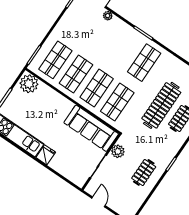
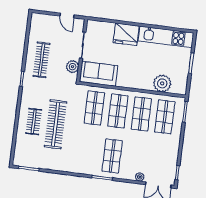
shop shelf: (144, 63) -> (112, 156), moved
plant: (29, 84) -> (162, 83), moved
sofa: (91, 128) -> (99, 74), width x0.73
fridge: (46, 155) -> (126, 34), width x1.88, depth x1.34
clothes rail: (144, 173) -> (41, 60), width x1.36

